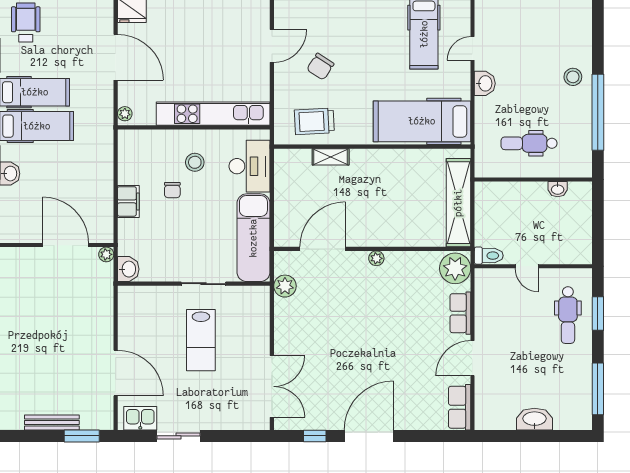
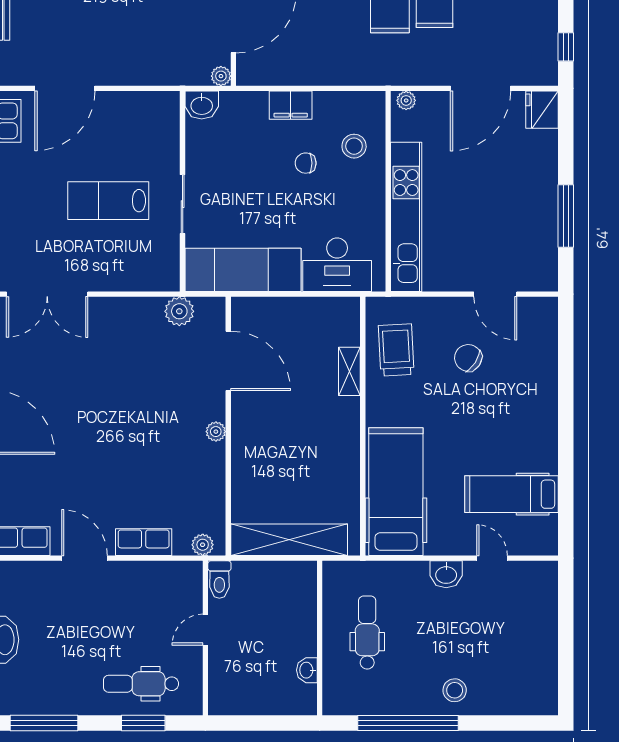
stool: (195, 162) -> (354, 146), moved
plant: (455, 268) -> (203, 545), width x0.53, depth x0.53

